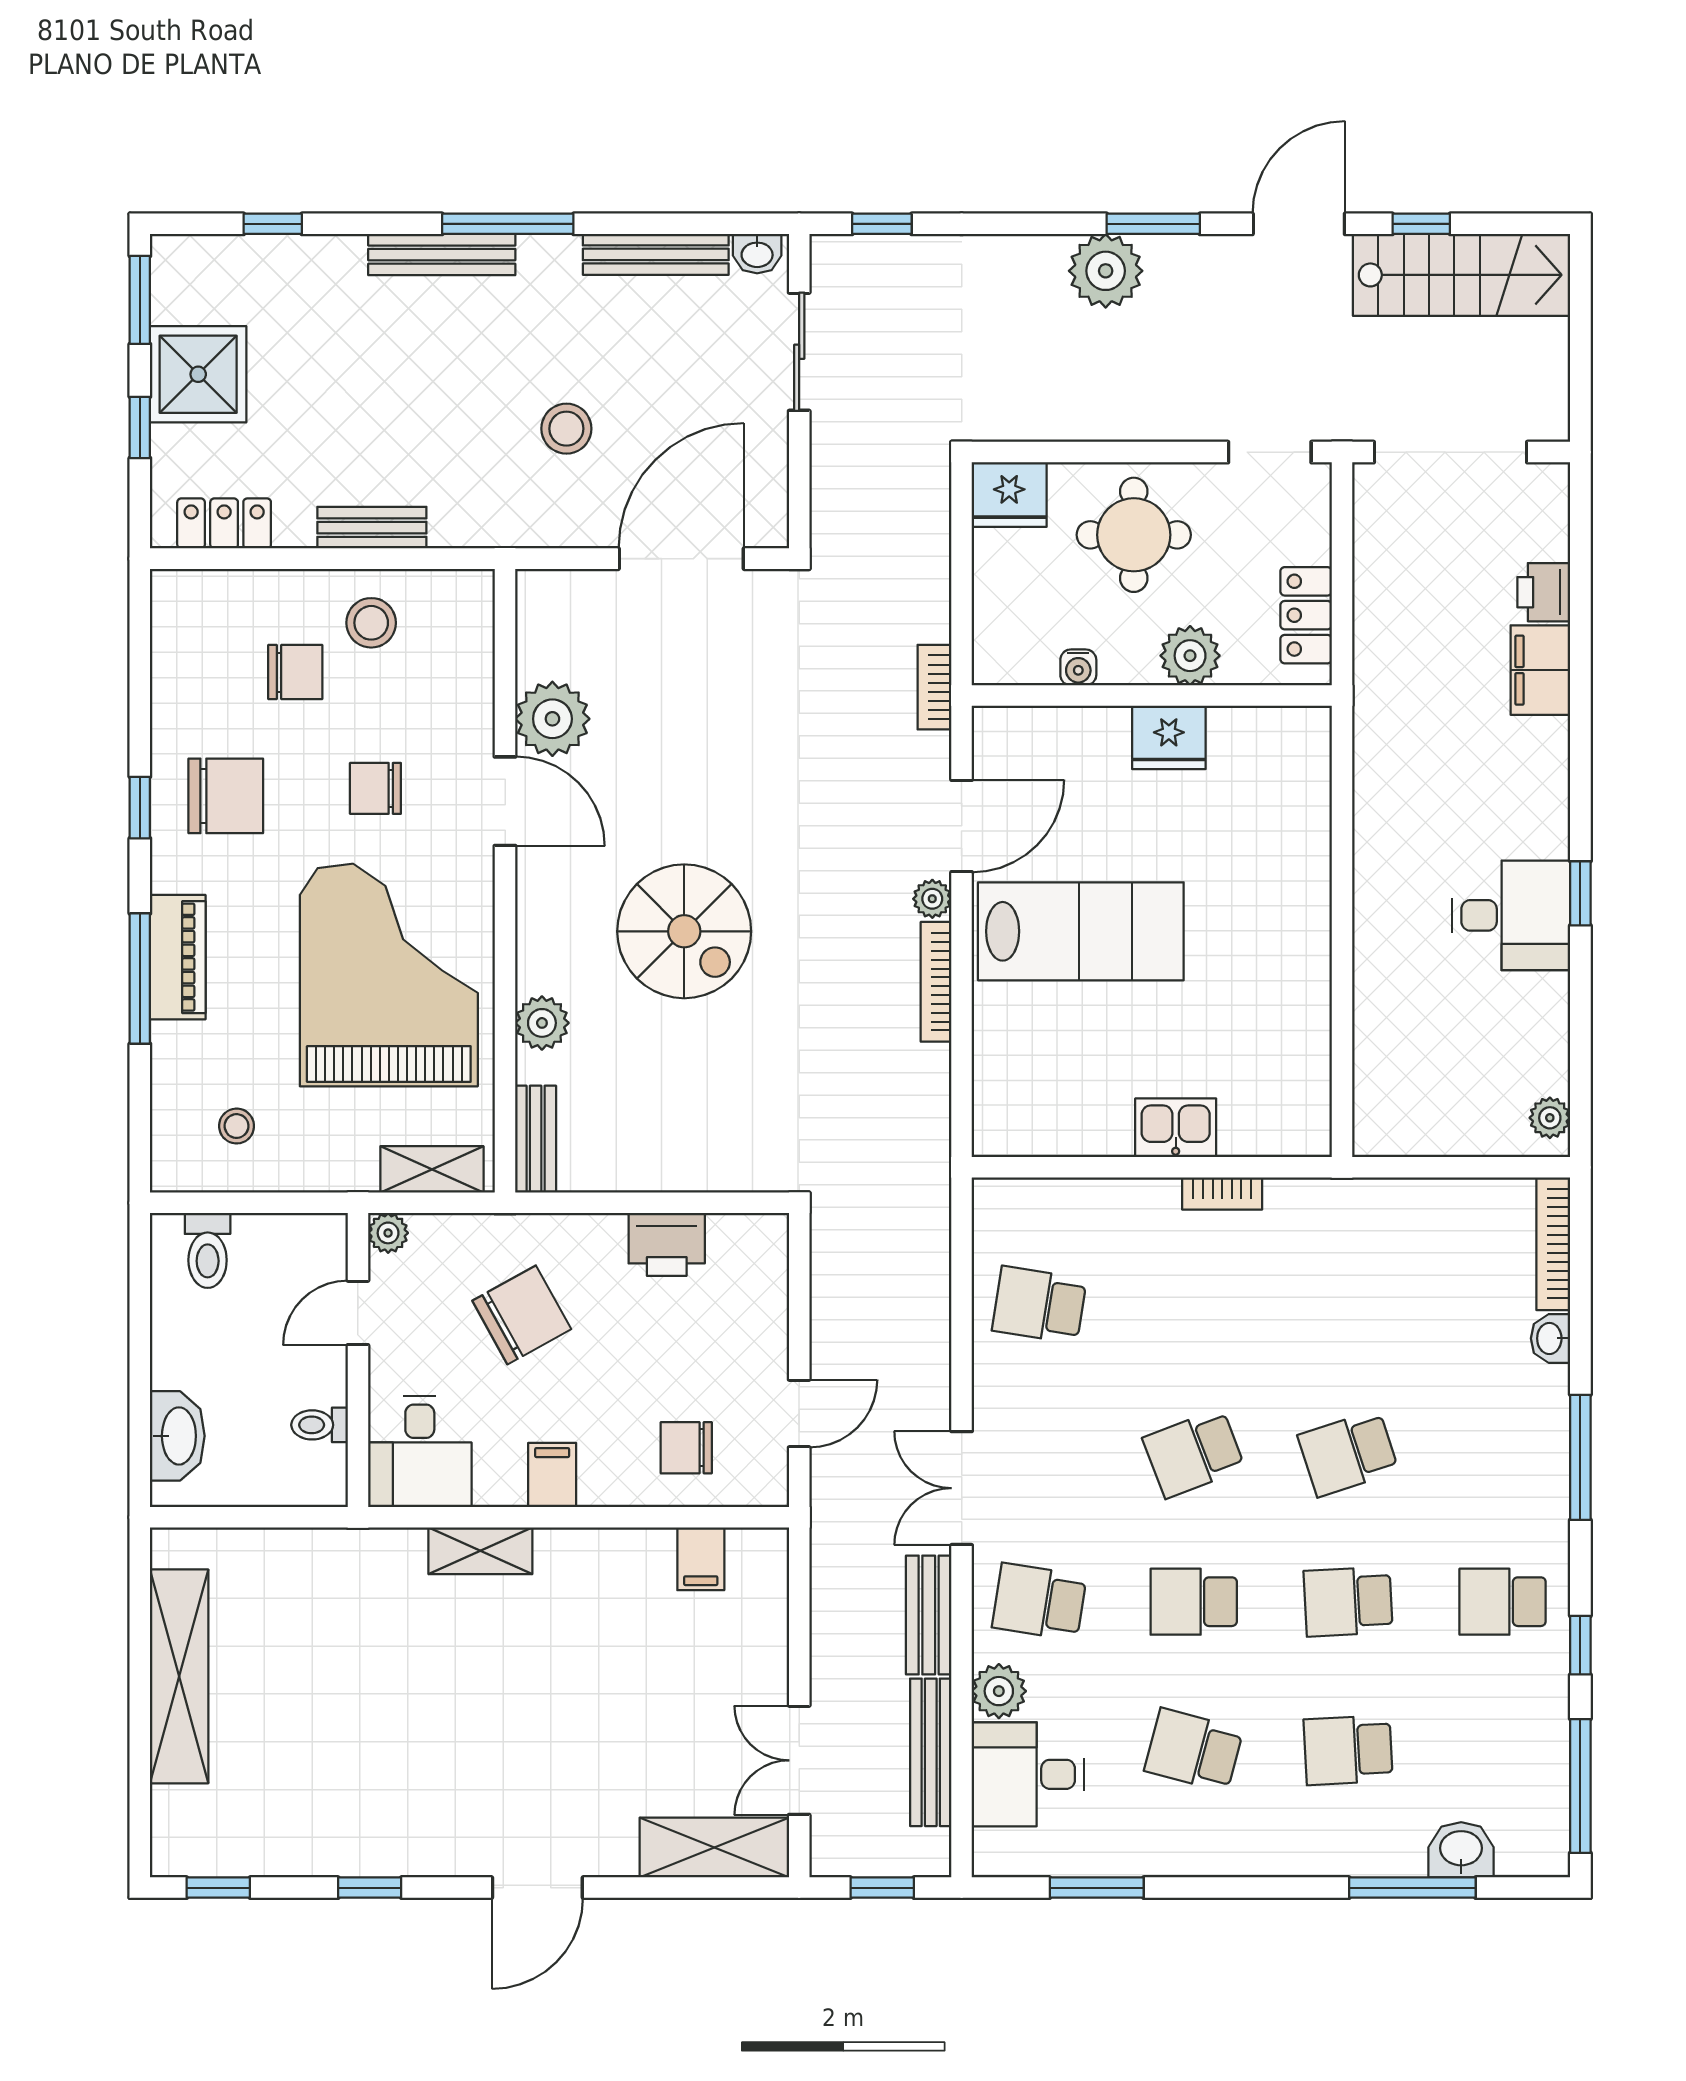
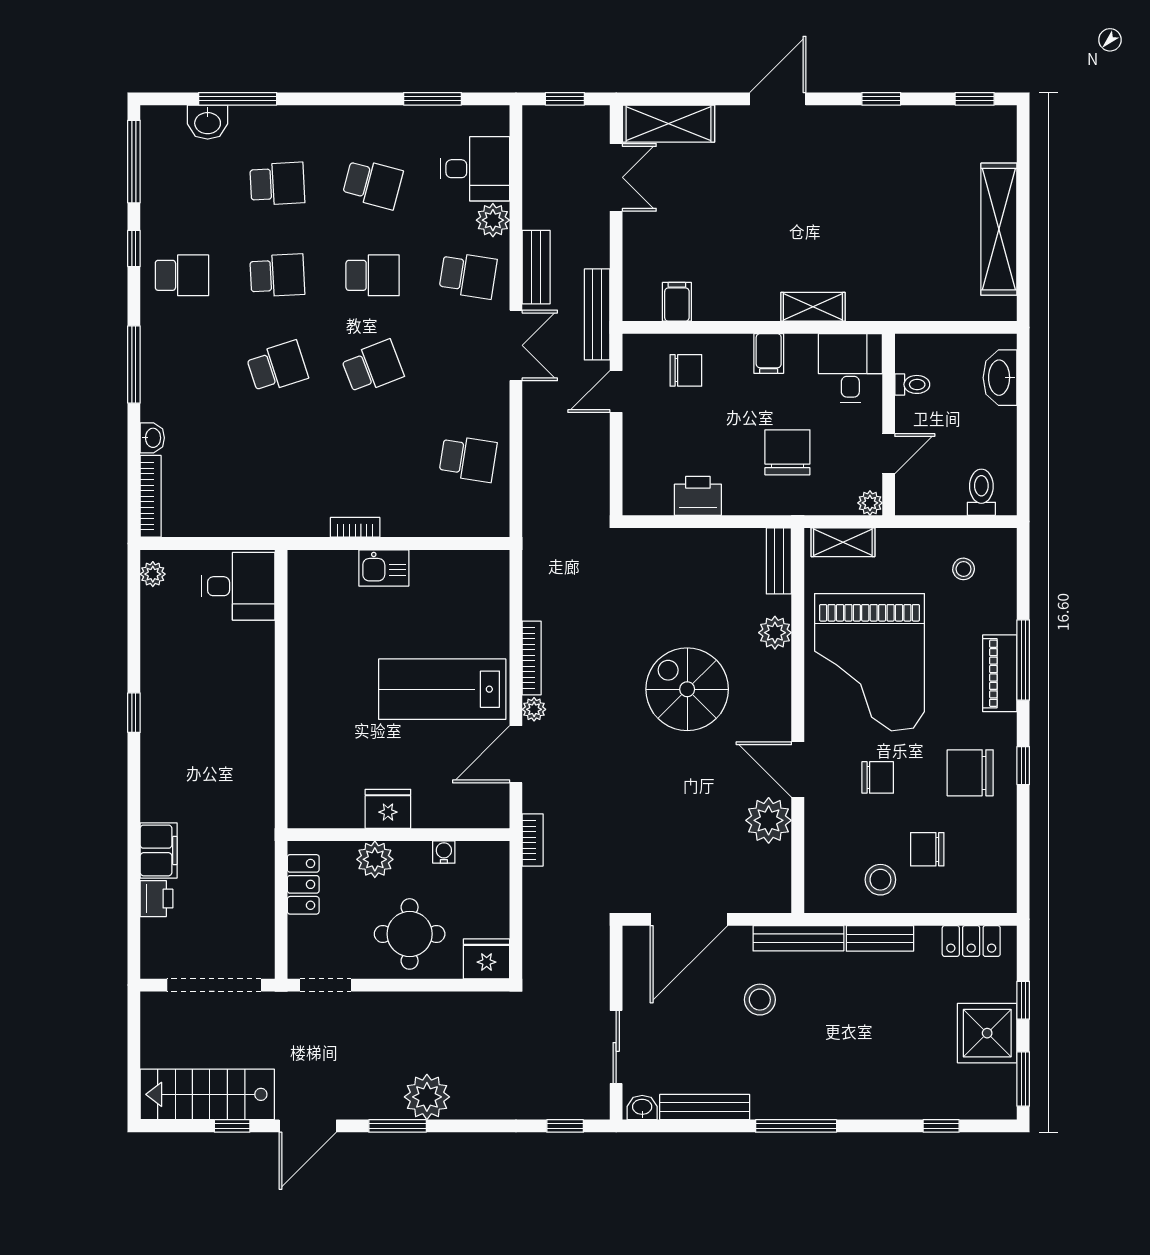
bench: (442, 255) -> (798, 938), moved
desk: (1511, 915) -> (238, 586), moved, turned 180
chair: (522, 1315) -> (787, 452), turned 119
bench: (931, 1752) -> (597, 314), moved

